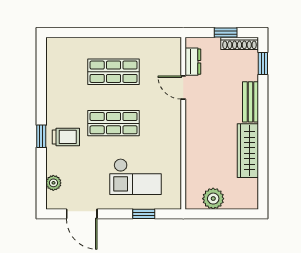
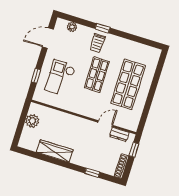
window: (226, 32) -> (134, 150), moved
window: (263, 64) -> (92, 173), moved
shop shelf: (114, 72) -> (128, 84), width x1.43, depth x1.36
bench: (251, 102) -> (84, 162), removed

